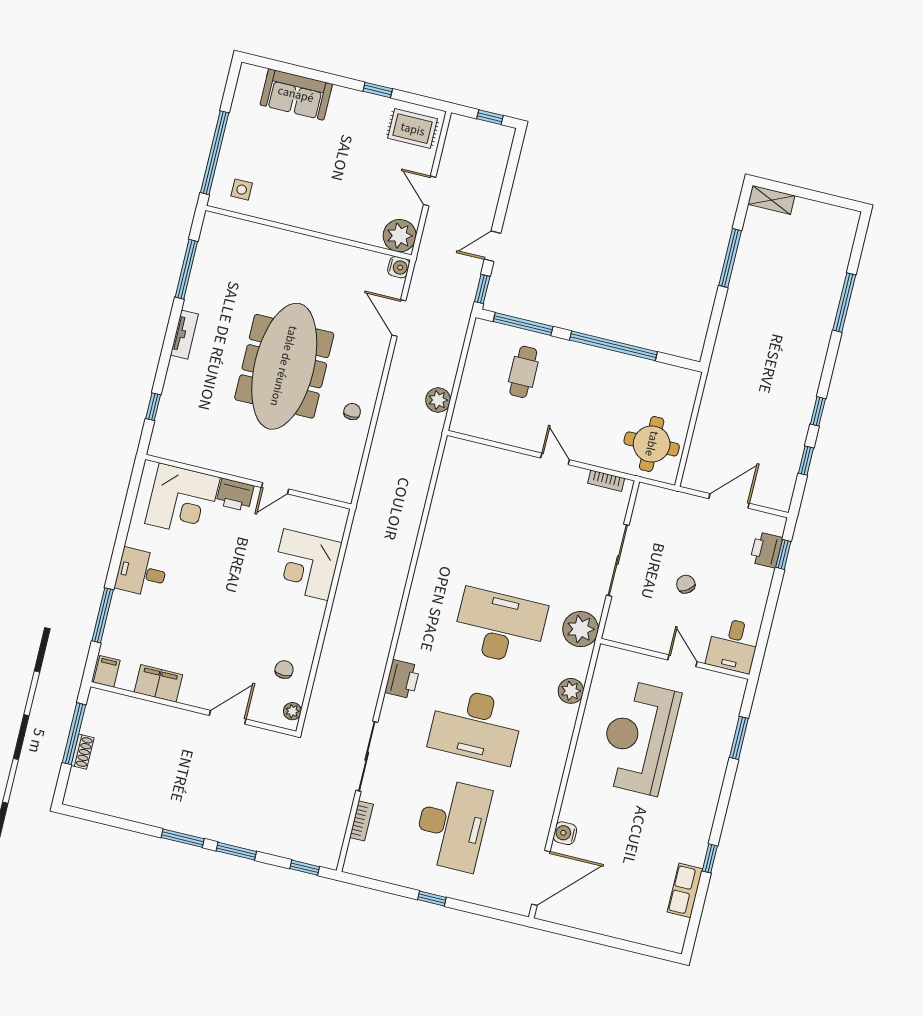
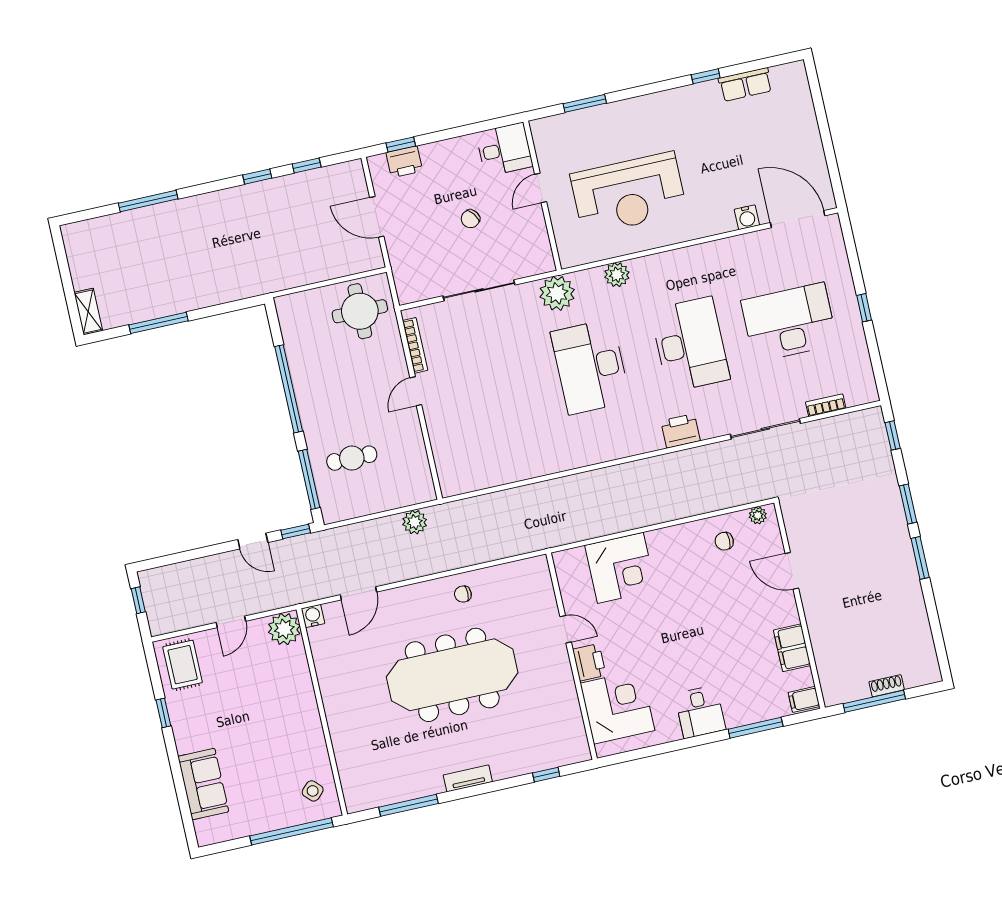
side table: (242, 190) -> (313, 791), turned 45
bookcase: (606, 481) -> (415, 345), width x1.56

